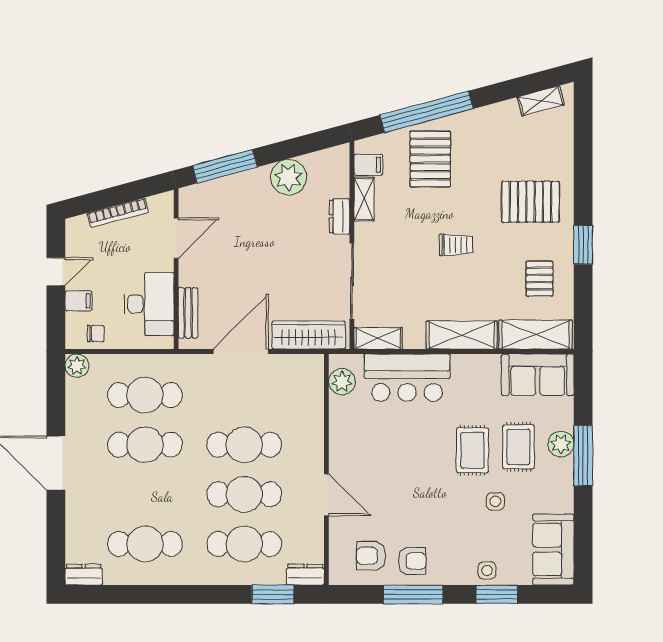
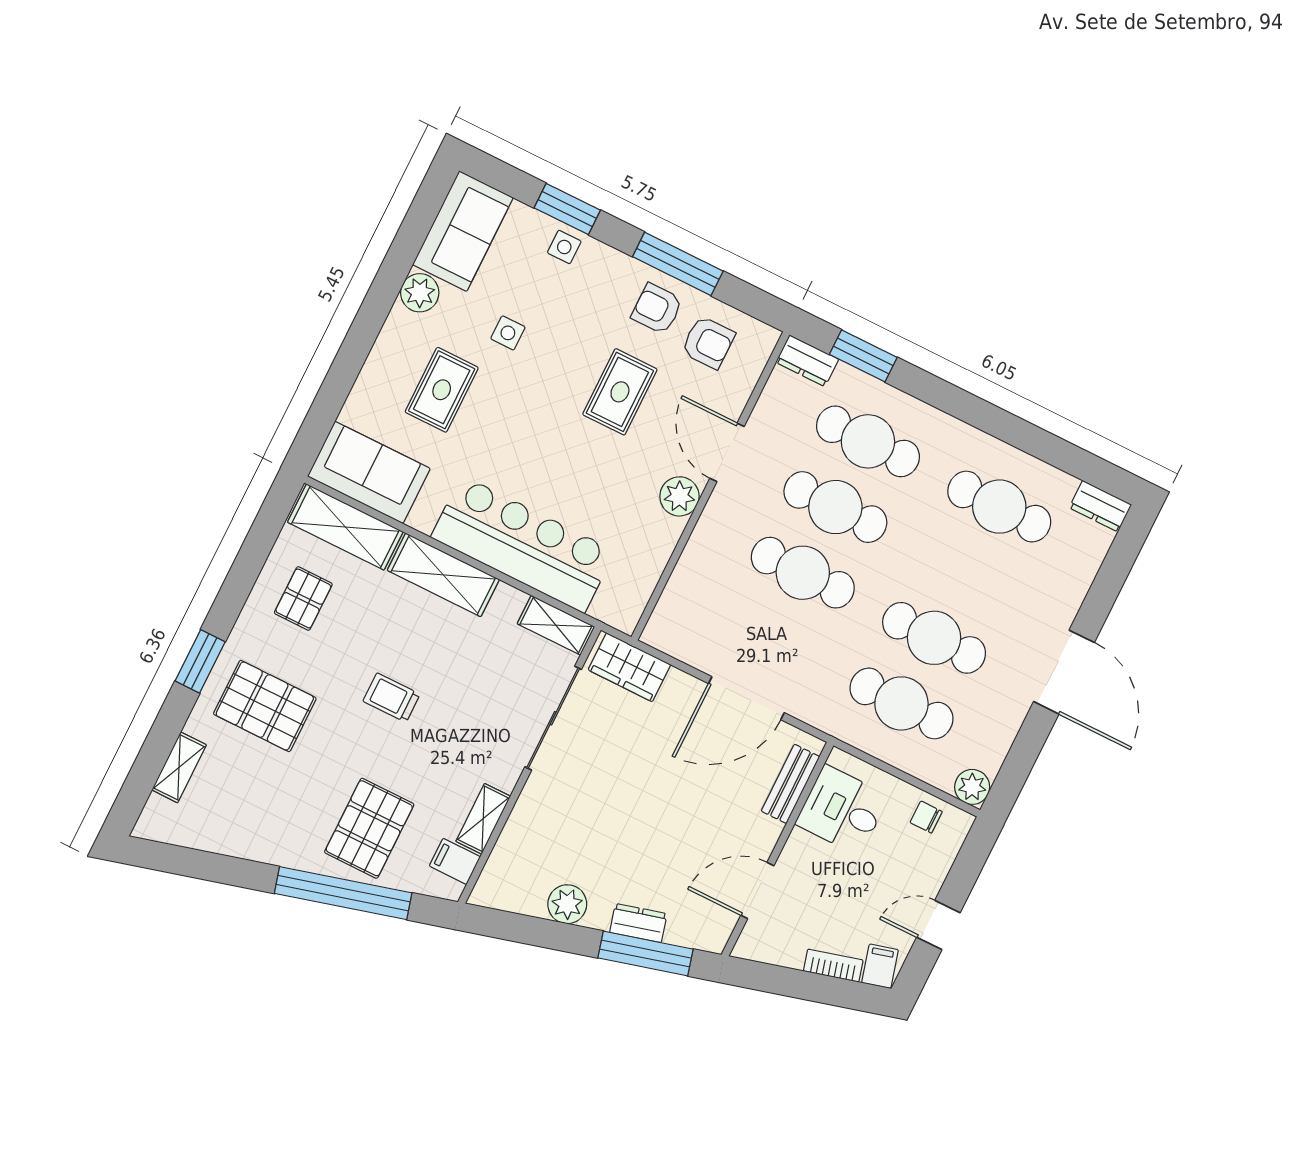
shelving: (541, 101) -> (179, 767), moved, turned -75
plant: (289, 177) -> (567, 904), width x0.73, depth x0.73
bookcase: (118, 213) -> (833, 966), width x0.64
dresser: (339, 216) -> (638, 923), moved, turned -105
window: (583, 245) -> (200, 661), moved
filing cabinet: (78, 301) -> (880, 966), moved, turned 75
desk: (149, 304) -> (842, 810), width x0.73
wardrobe: (309, 335) -> (629, 667), width x0.67
bar counter: (407, 378) -> (523, 544), width x1.36
plant: (342, 382) -> (679, 496), moved
plant: (561, 444) -> (420, 293), moved
rug: (473, 450) -> (620, 392), moved
window: (583, 456) -> (362, 336), removed

